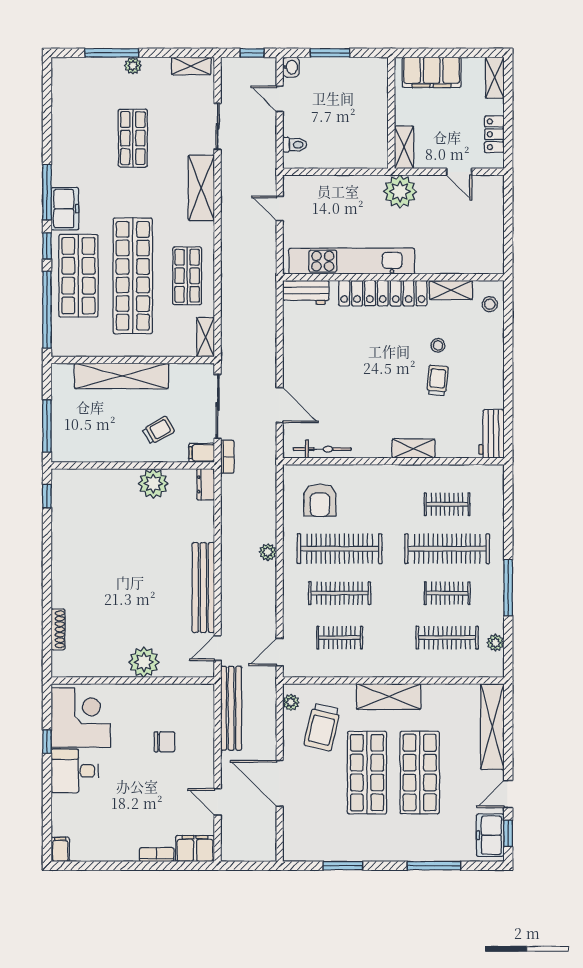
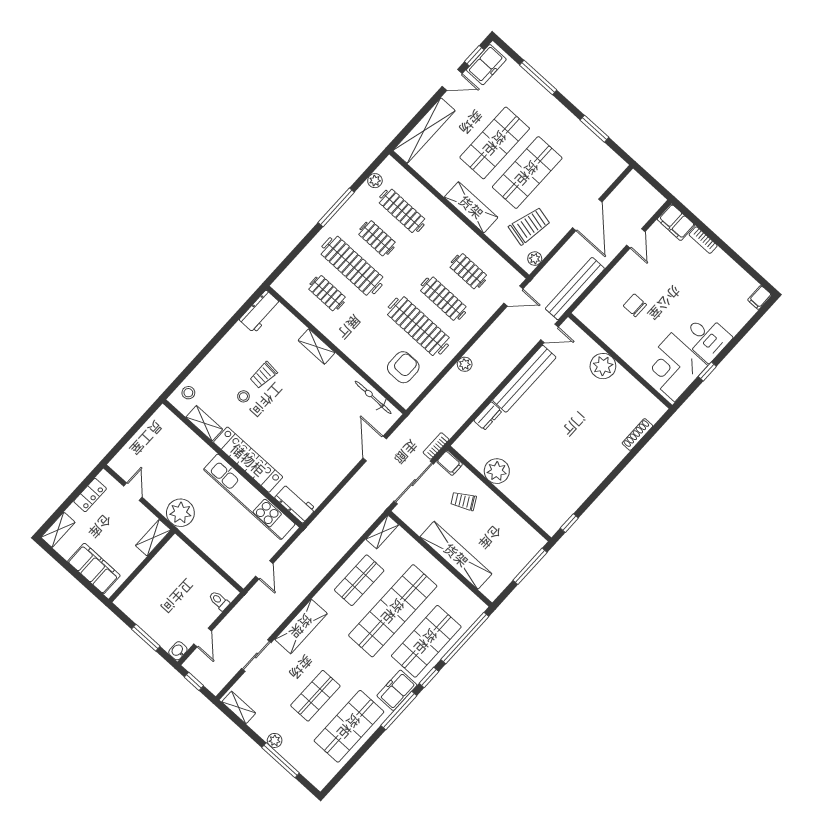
shop shelf: (78, 138) -> (349, 726), added
dresser: (206, 484) -> (488, 416), moved

